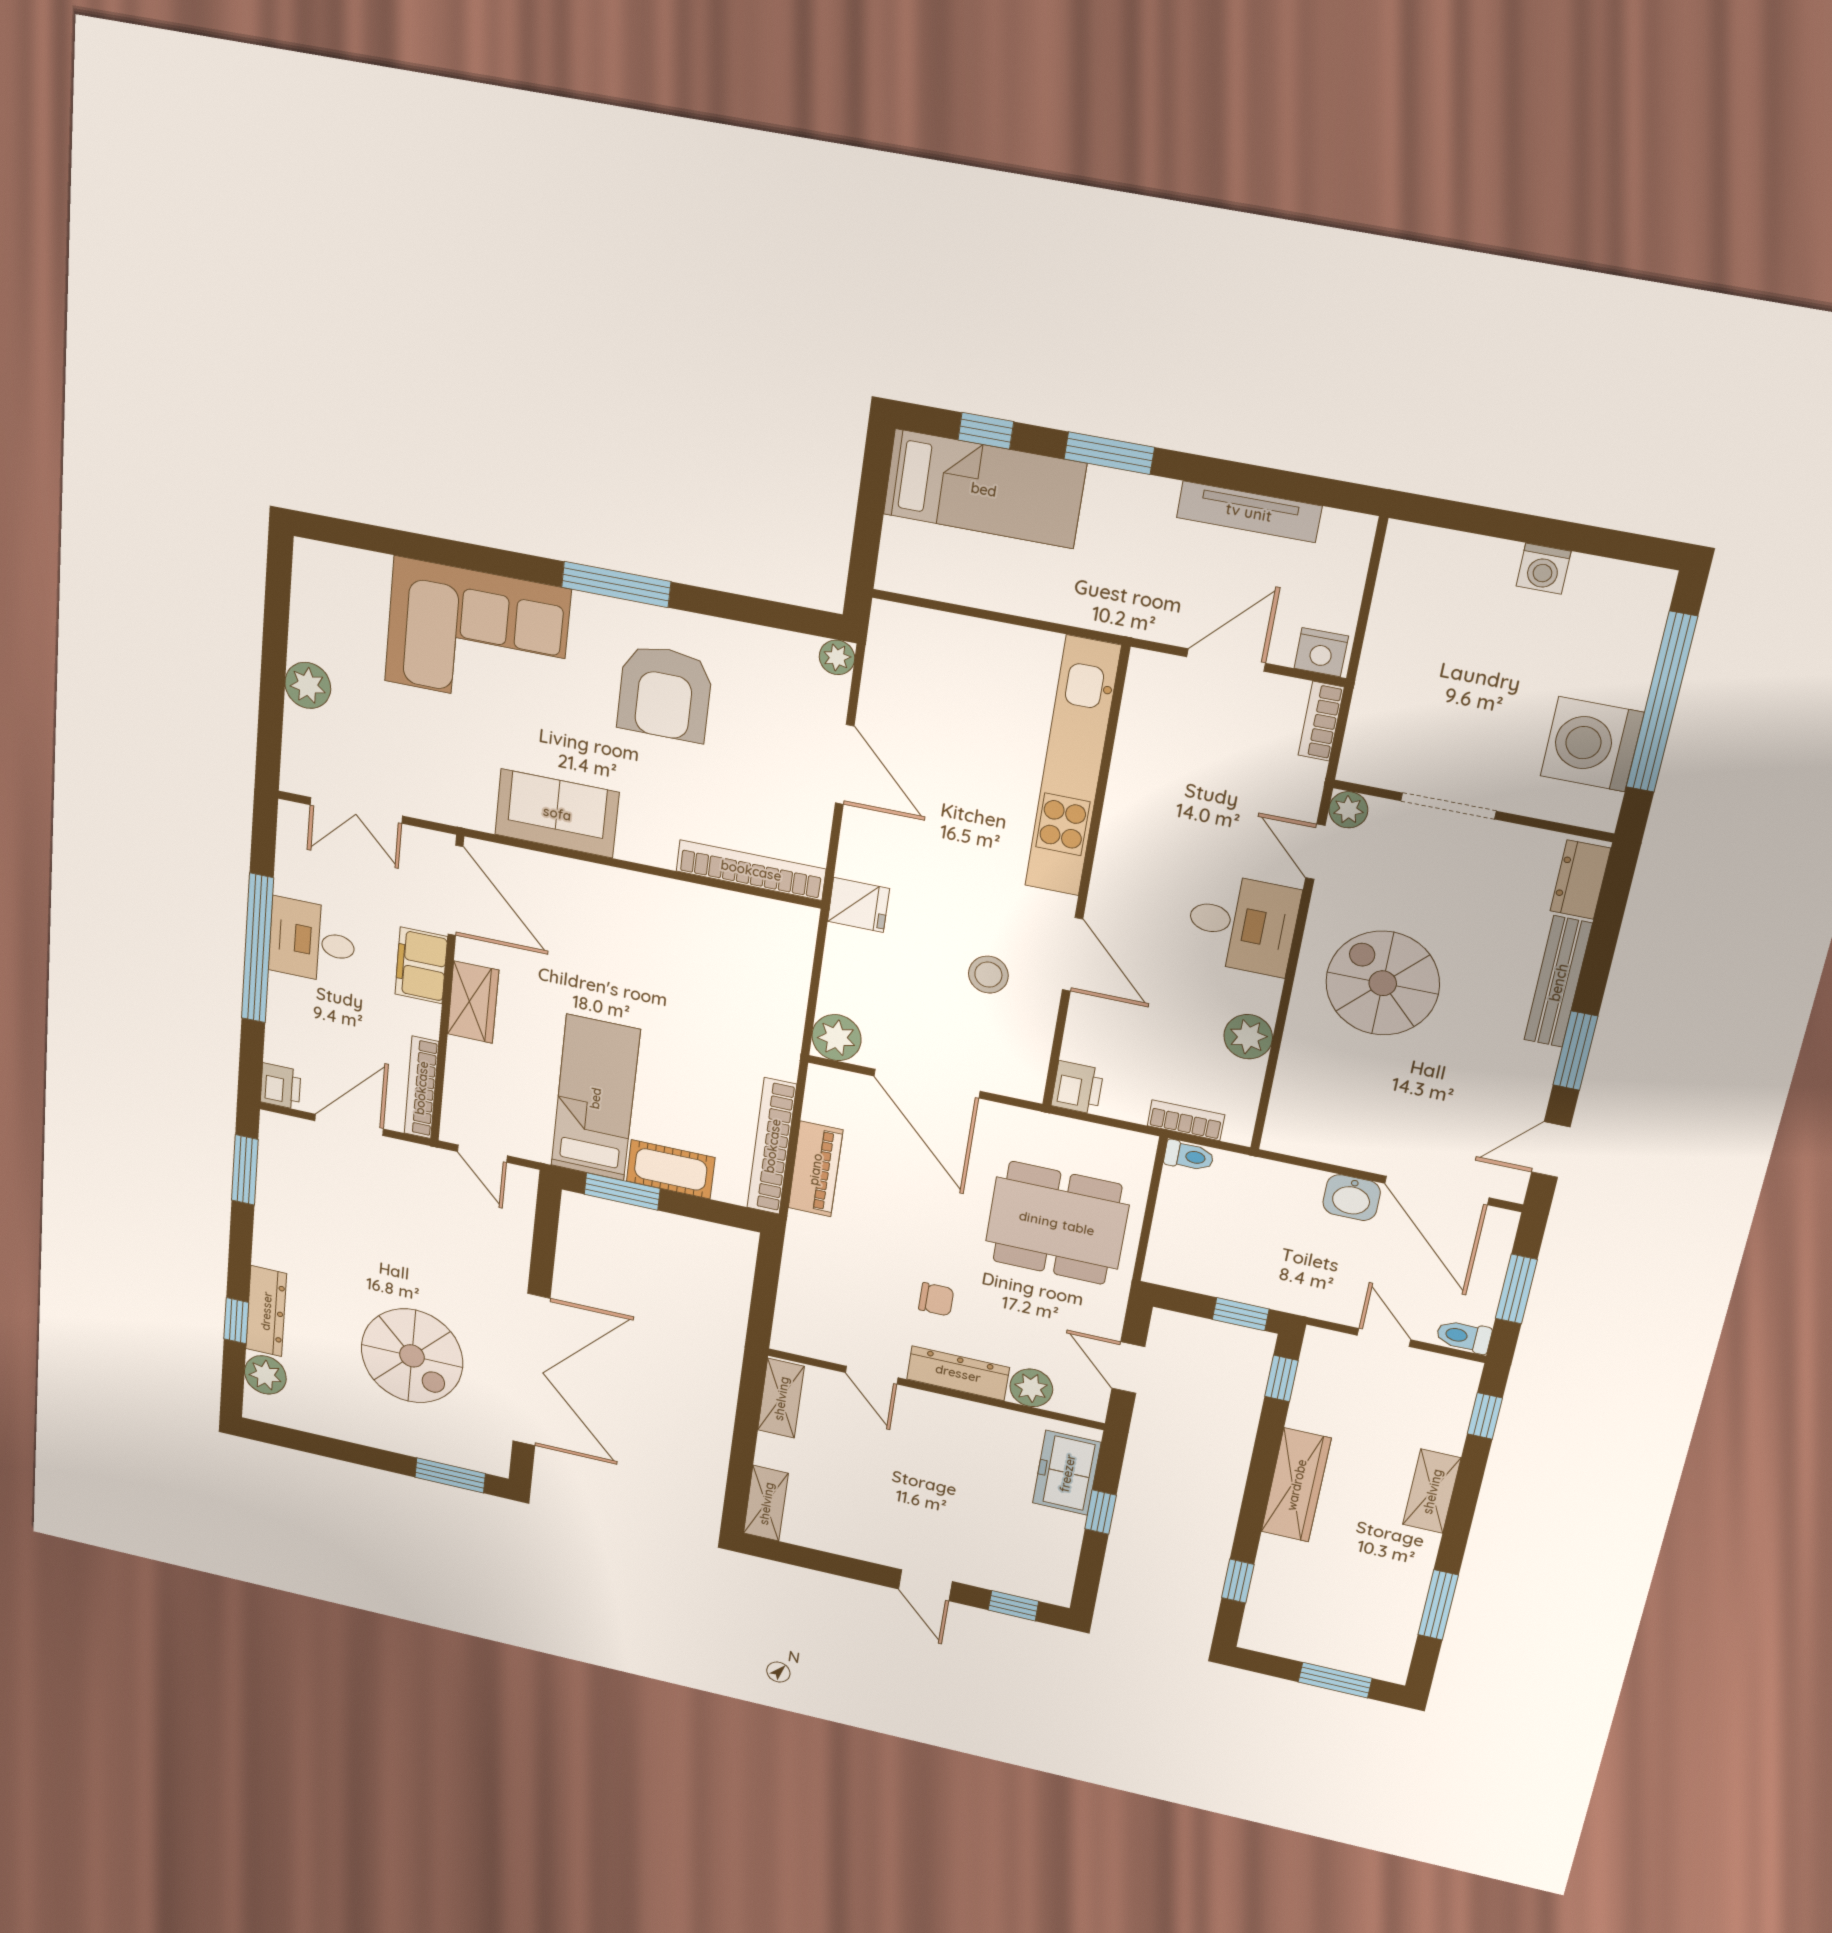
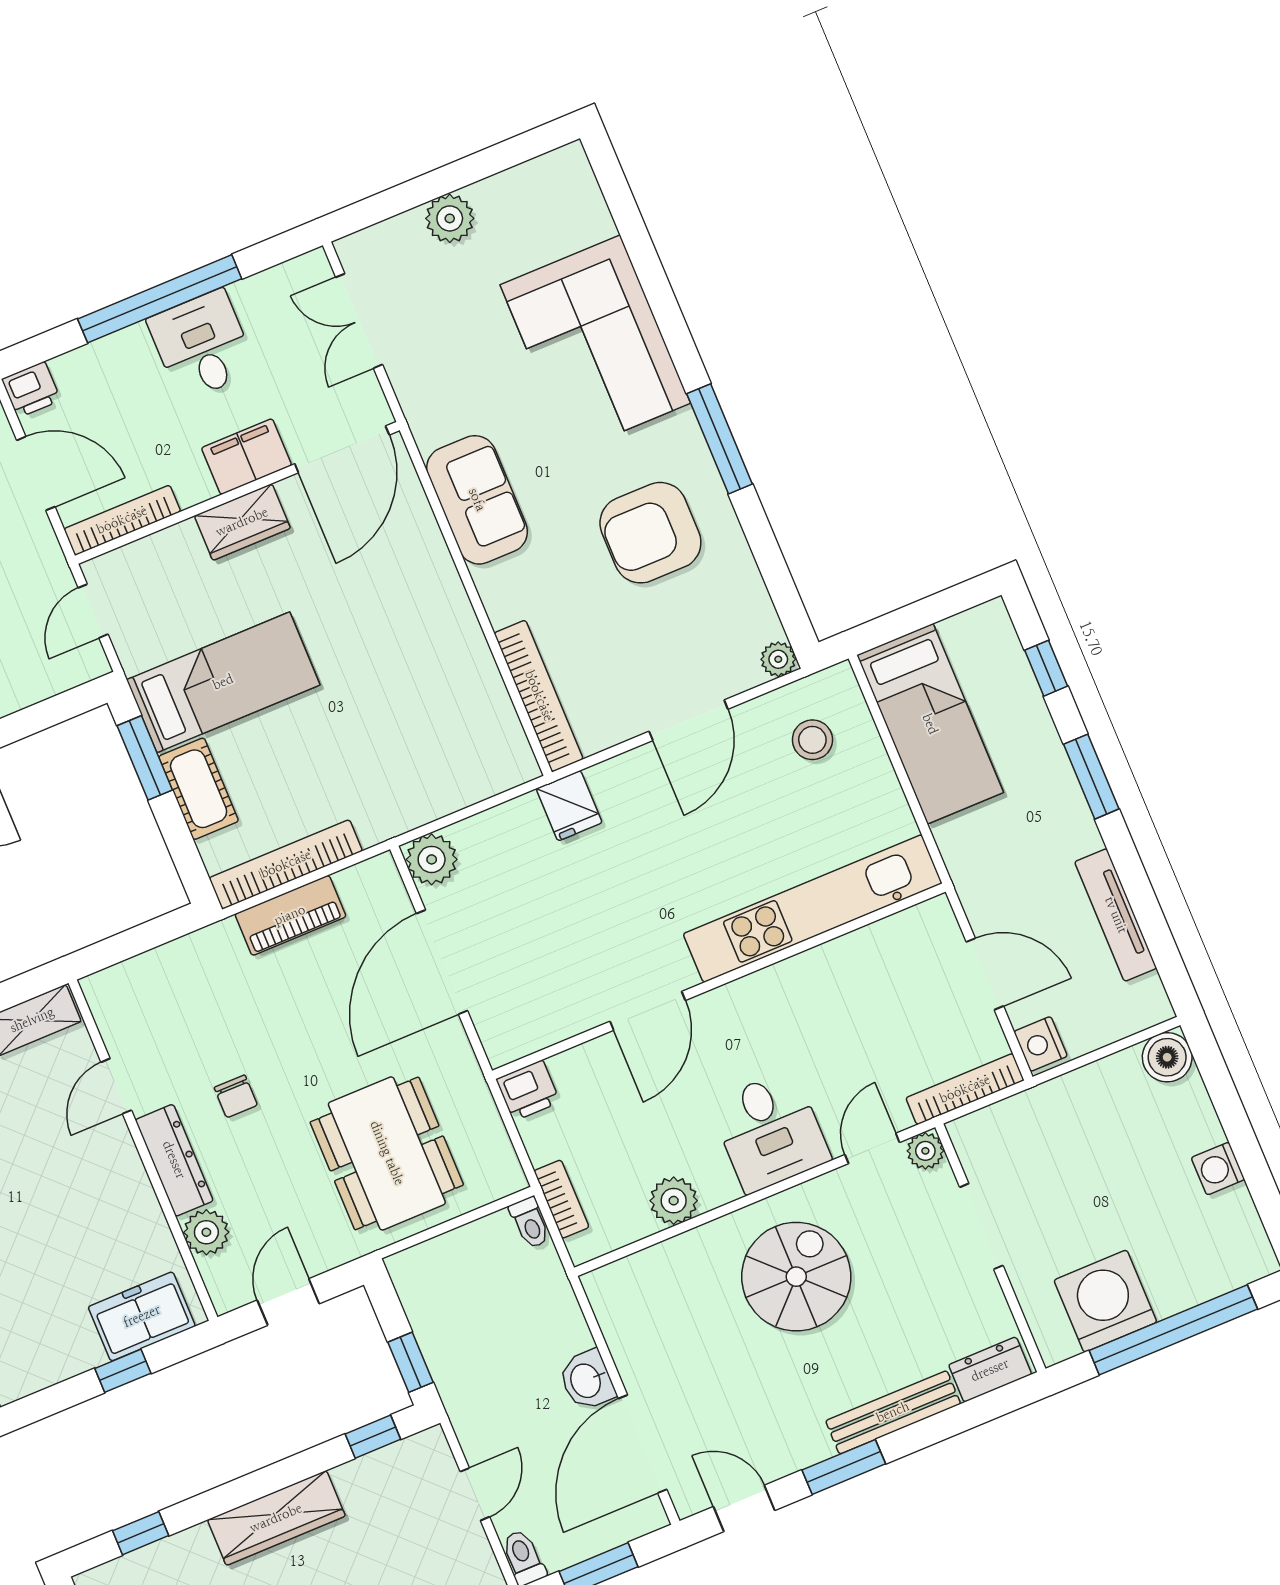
bed: (984, 489) -> (930, 724), moved
boiler: (1410, 549) -> (1167, 1057), added
bookcase: (1321, 721) -> (965, 1089), width x1.56
stool: (988, 975) -> (812, 740), moved

